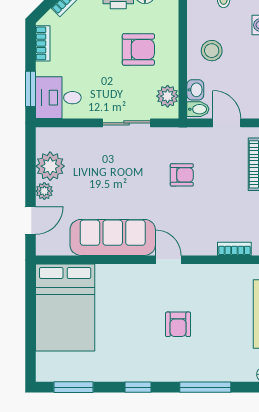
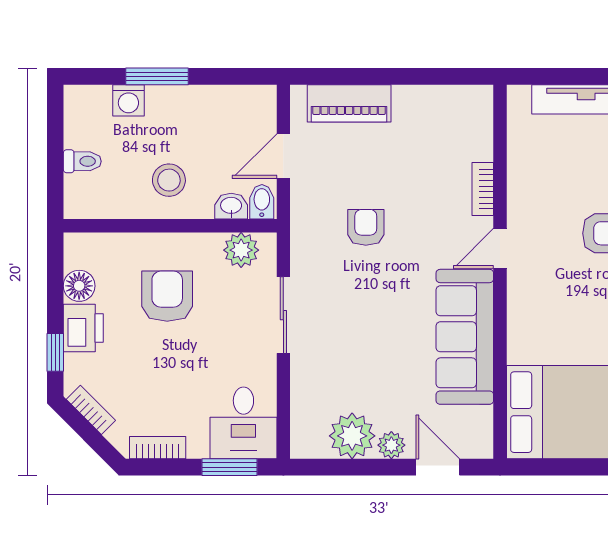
bookcase: (234, 249) -> (483, 189), moved

